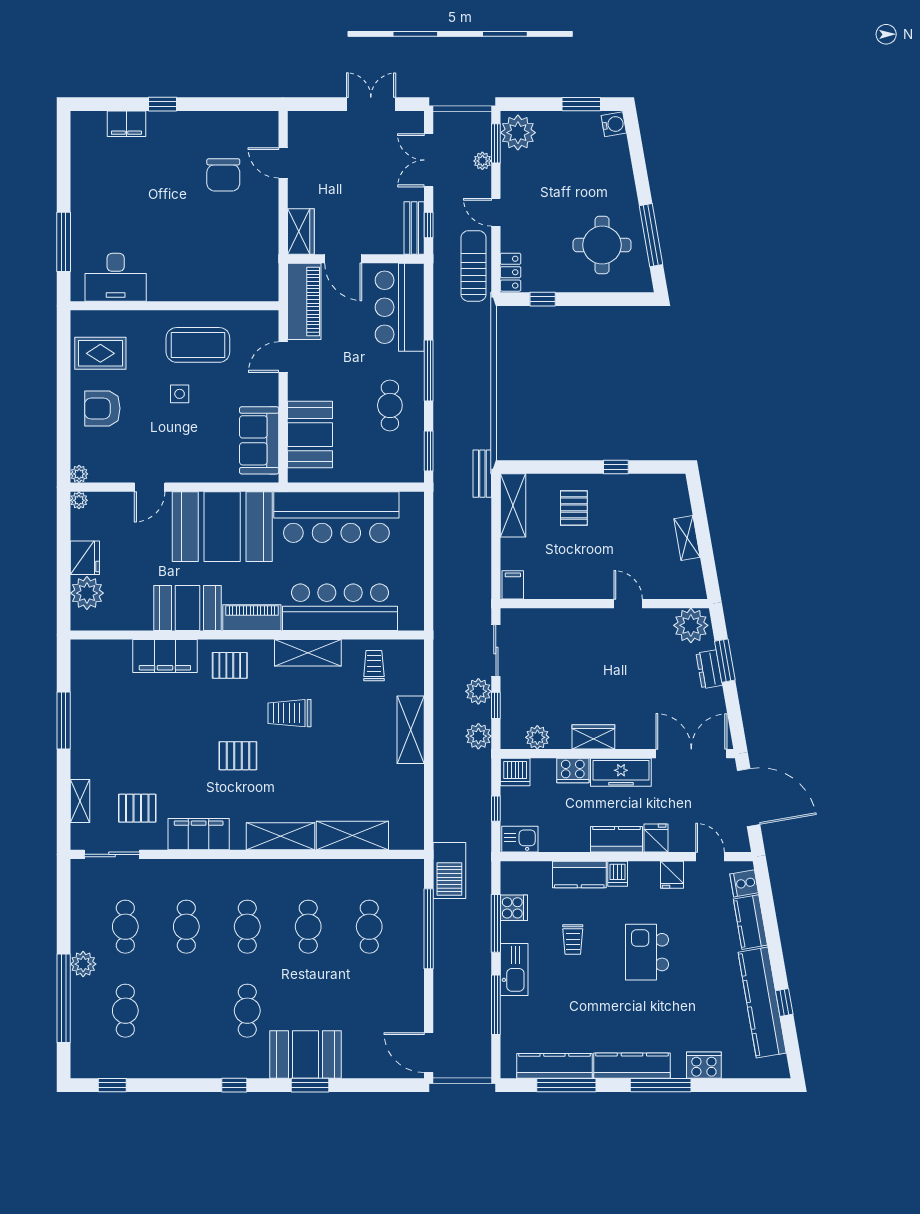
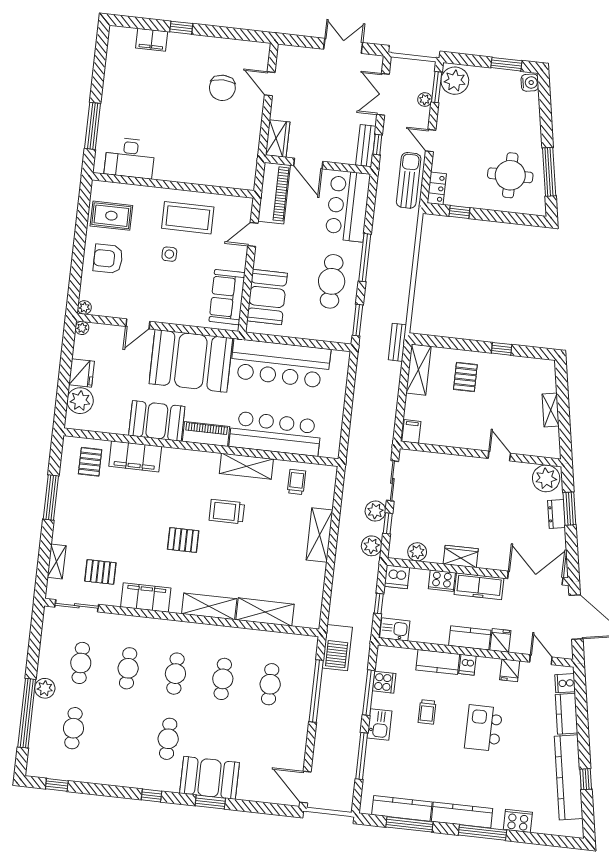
cafe table: (390, 405) -> (332, 281), width x1.37, depth x1.35
pallet: (230, 665) -> (90, 462), moved, turned 90
kitchen sink: (514, 969) -> (380, 724), width x0.73

